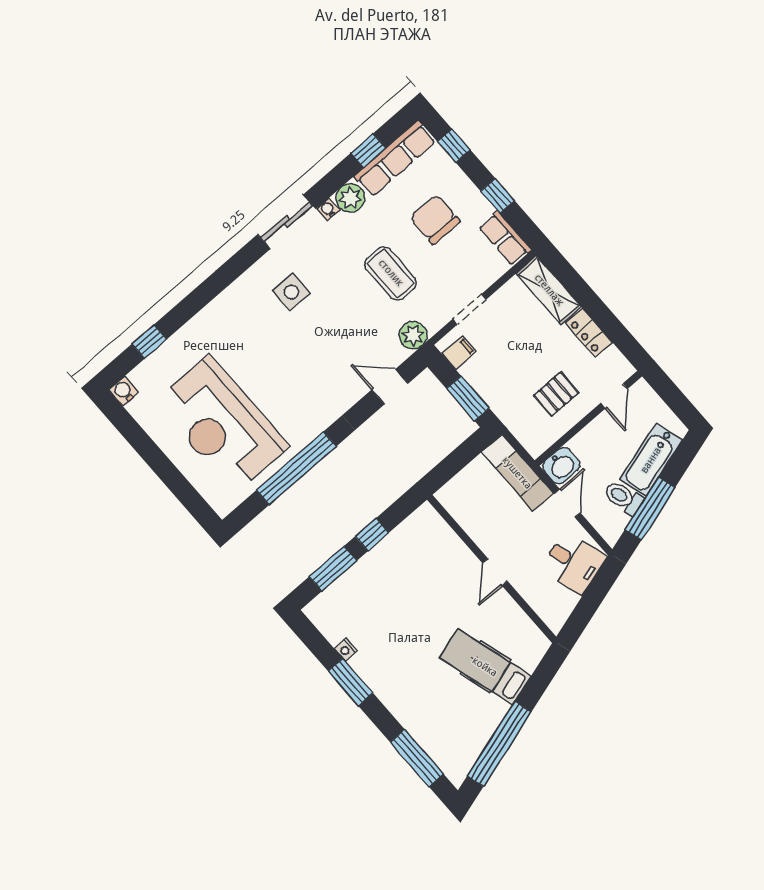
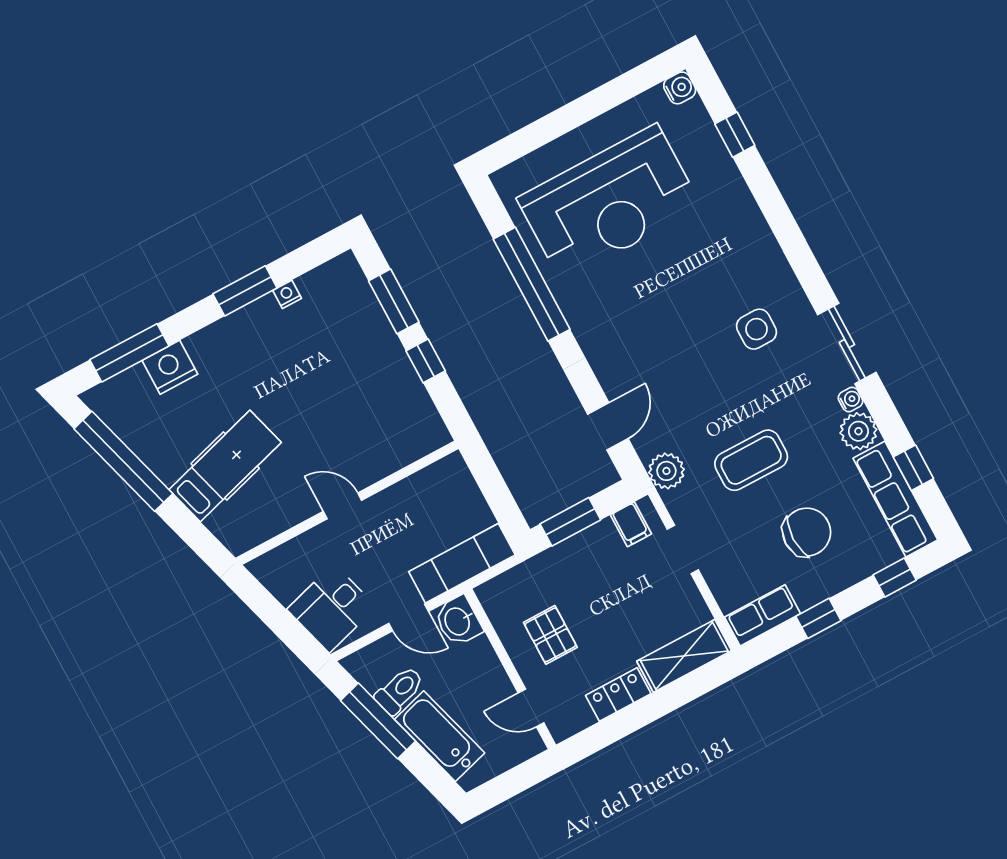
reception desk: (222, 424) -> (609, 203), turned 180
nightstand: (421, 725) -> (170, 367), added

